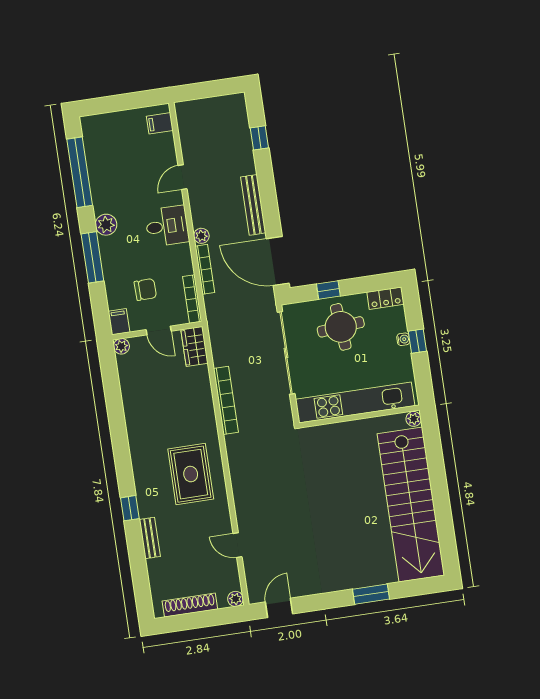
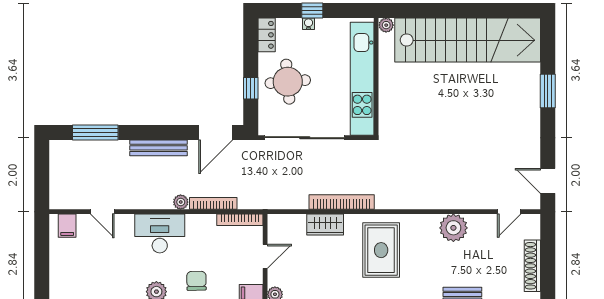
window: (259, 138) -> (95, 132), width x2.17
door: (182, 177) -> (102, 212), moved
desk: (167, 226) -> (160, 233), width x1.37
door: (278, 261) -> (216, 132), width x0.73
chair: (145, 290) -> (196, 281), moved
wardrobe: (194, 346) -> (325, 224), moved
rug: (191, 474) -> (381, 250), moved, turned 90
door: (237, 545) -> (509, 212), moved
plant: (235, 599) -> (453, 228), moved, width x1.88, depth x1.88

